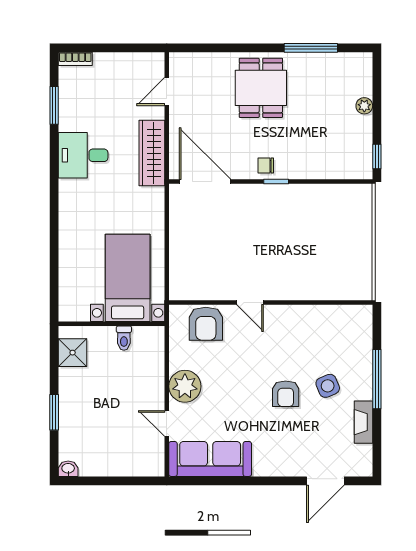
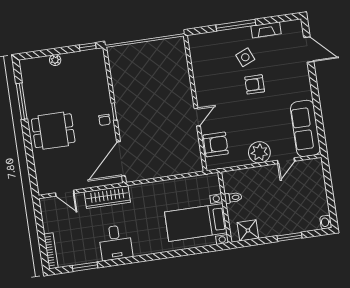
bookcase: (75, 59) -> (51, 251), width x1.56
bed with nightstands: (128, 278) -> (196, 222), moved
armchair: (286, 394) -> (255, 84), turned 180

